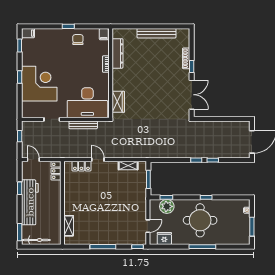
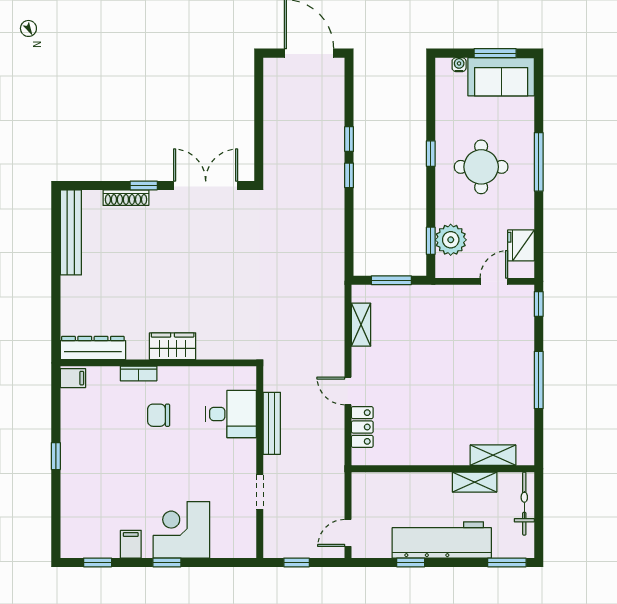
filing cabinet: (28, 33) -> (131, 544), moved
bench: (156, 33) -> (71, 232), moved
chair: (78, 40) -> (159, 415), moved
dresser: (117, 53) -> (93, 348), moved
corner desk: (39, 84) -> (181, 530), width x0.74, depth x0.74
wardrobe: (118, 102) -> (173, 346), moved
desk: (87, 103) -> (231, 414), width x0.53, depth x0.77
door: (98, 160) -> (348, 391), hinge flipped
locker: (56, 171) -> (373, 483), removed
shelving: (56, 217) -> (475, 482), added
round table: (200, 220) -> (481, 167), width x0.73, depth x0.73
door: (148, 226) -> (494, 281), hinge flipped
sofa: (241, 229) -> (501, 77), added
bicycle: (36, 240) -> (524, 504), moved

